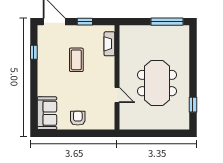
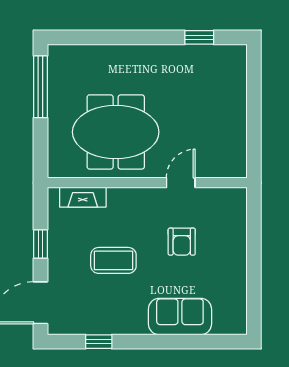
meeting table: (157, 83) -> (116, 132), moved
sofa: (47, 113) -> (180, 317), moved
armchair: (78, 118) -> (182, 242), moved, turned -90

